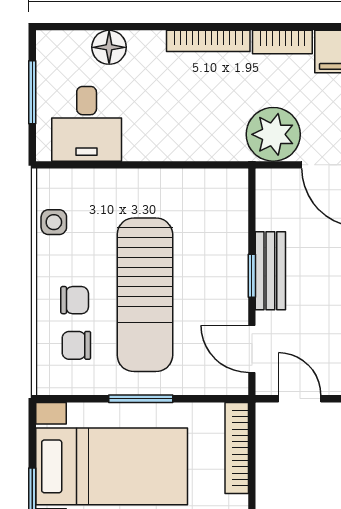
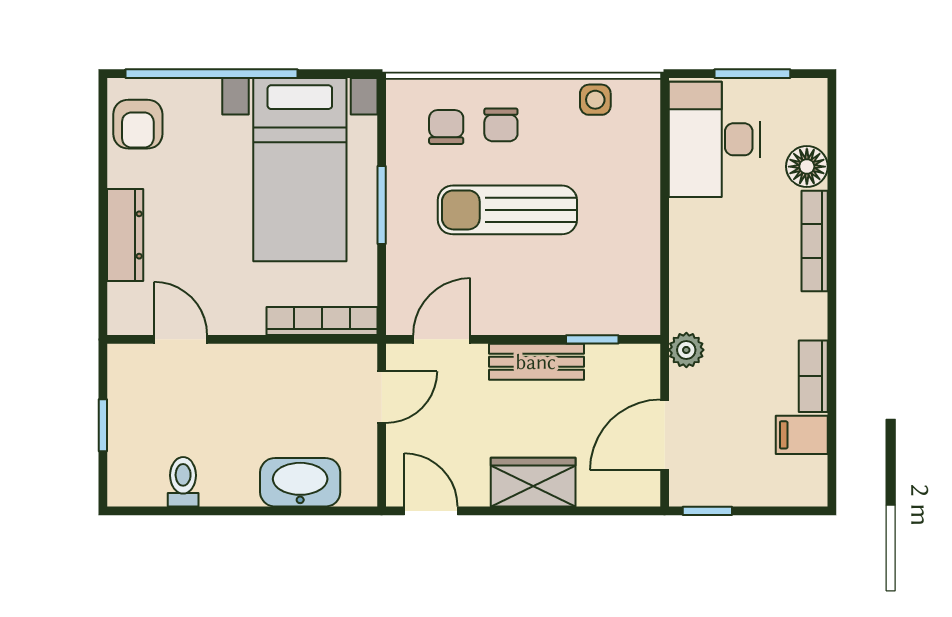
bookcase: (208, 41) -> (815, 241), moved
desk: (87, 124) -> (714, 139), width x1.37
plant: (273, 134) -> (686, 350), width x0.53, depth x0.53
window: (252, 276) -> (592, 339), moved
sun lounger: (145, 295) -> (507, 210), width x0.73, depth x0.75

